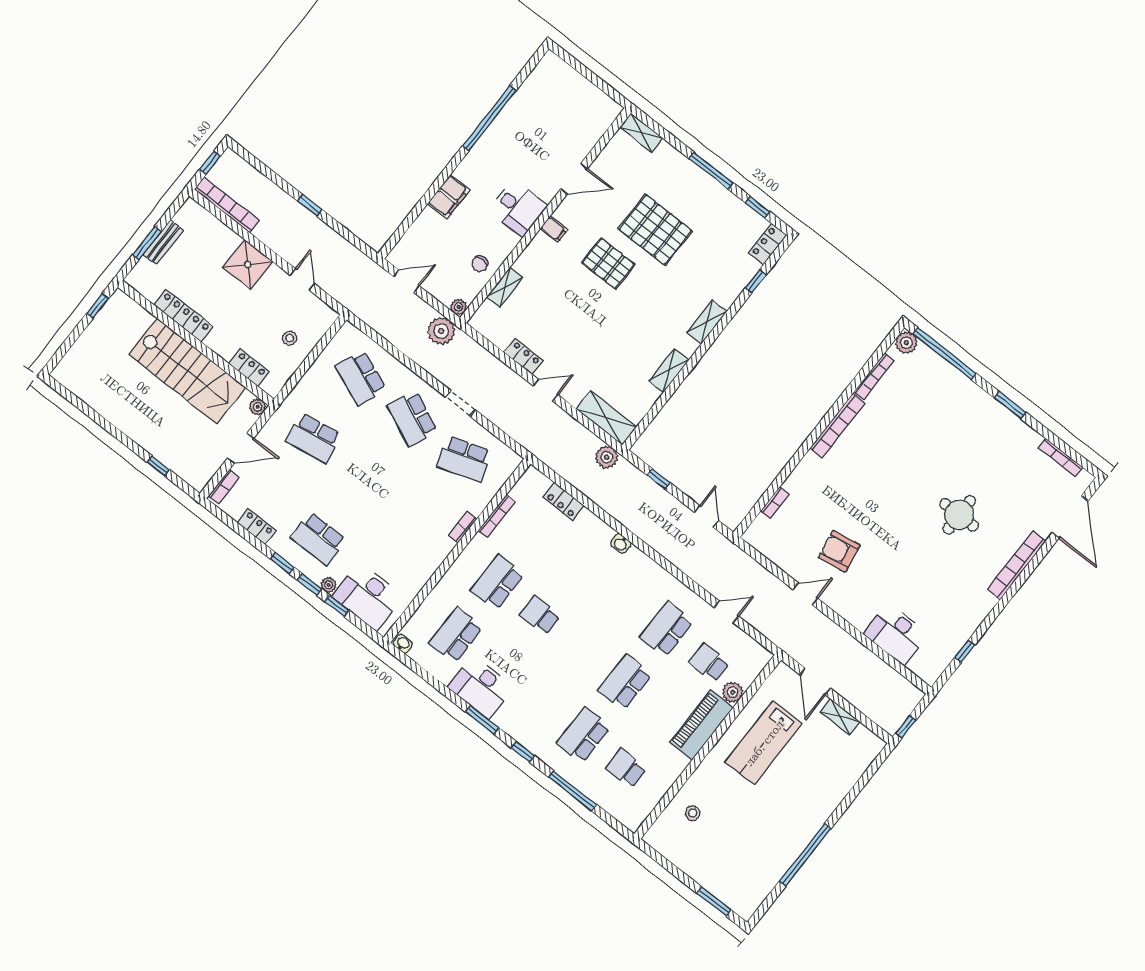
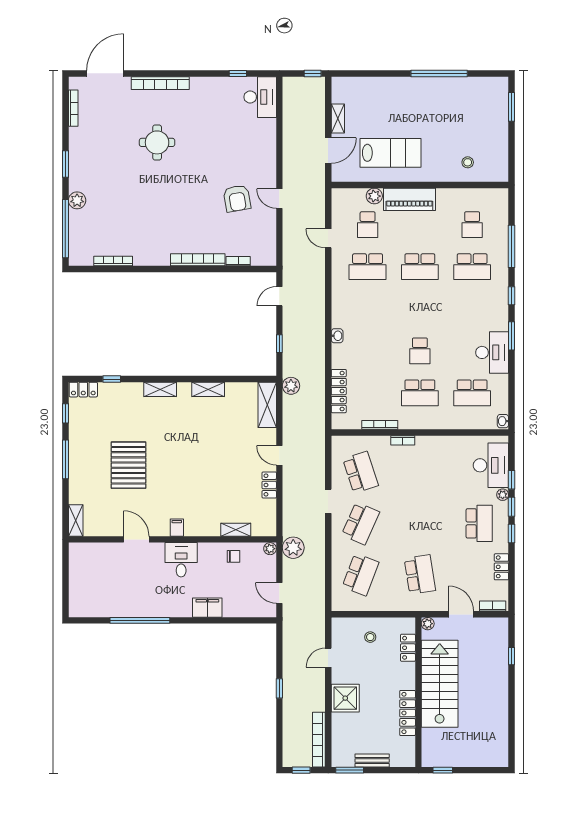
window: (147, 243) -> (350, 770), moved
pallet: (608, 264) -> (172, 478), removed
plant: (906, 343) -> (77, 200), moved
bookcase: (837, 425) -> (198, 260), moved
locker: (564, 501) -> (339, 391), width x1.53
desk: (896, 634) -> (260, 97), moved

